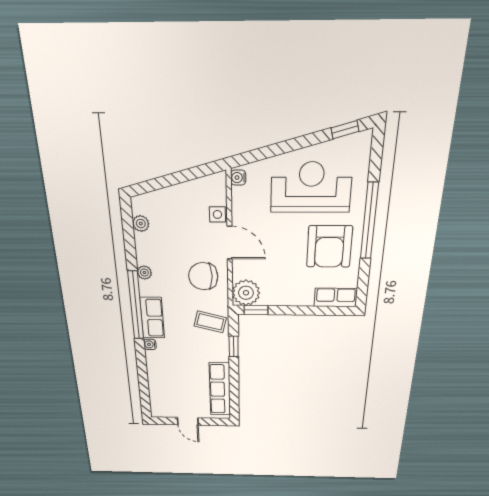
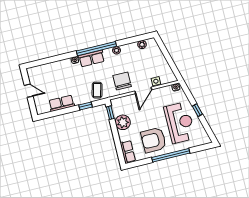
window: (345, 130) -> (197, 110), moved
plant: (246, 293) -> (123, 122), moved
row of seats: (220, 389) -> (62, 103), width x0.68
door: (188, 421) -> (29, 91), swing flipped

